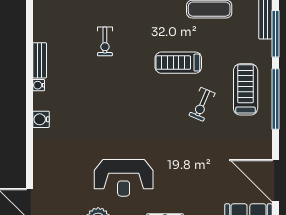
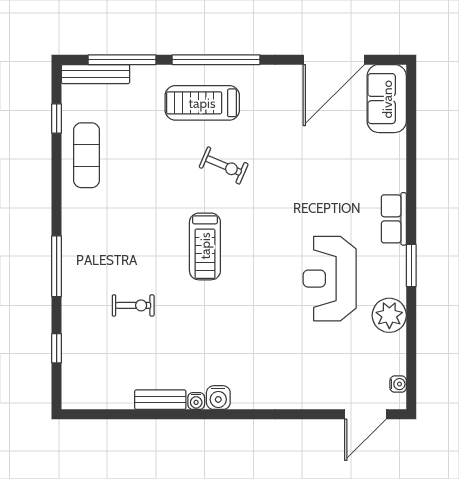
treadmill: (178, 63) -> (205, 246), moved
water cooler: (41, 119) -> (218, 398), moved
reception desk: (124, 178) -> (330, 279), turned 180

